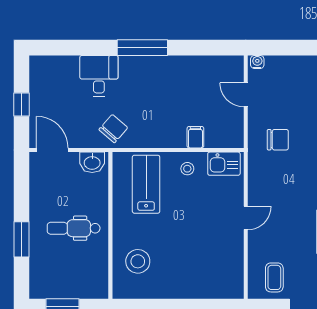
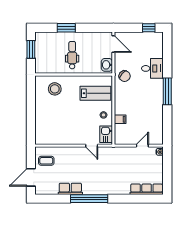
window: (21, 105) -> (149, 28), moved
chair: (278, 140) -> (119, 163), removed
door: (52, 150) -> (113, 44), hinge flipped
door: (246, 218) -> (92, 146), moved

